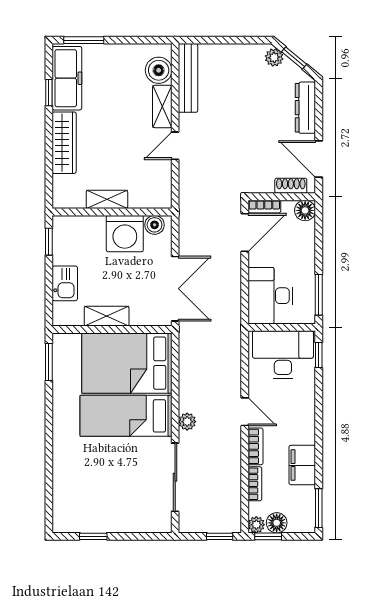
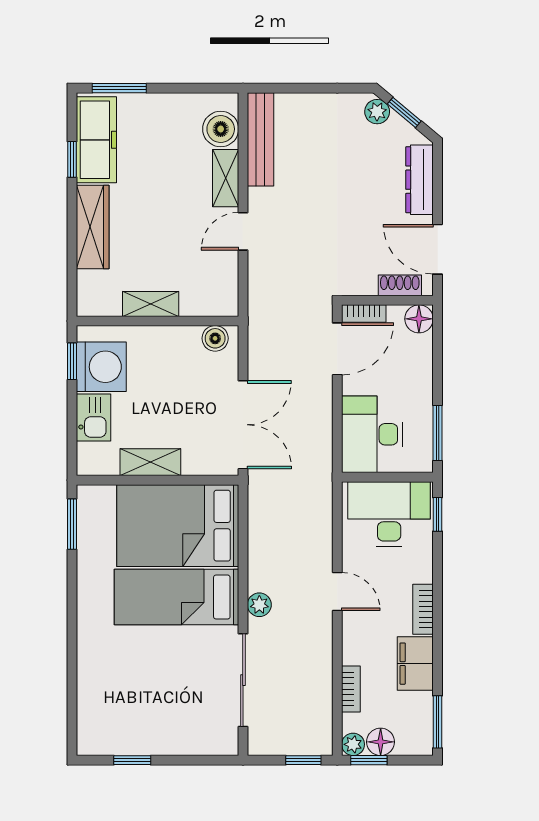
washing machine: (125, 234) -> (101, 367), moved, turned -90
bookcase: (255, 446) -> (423, 609), moved, turned 180

